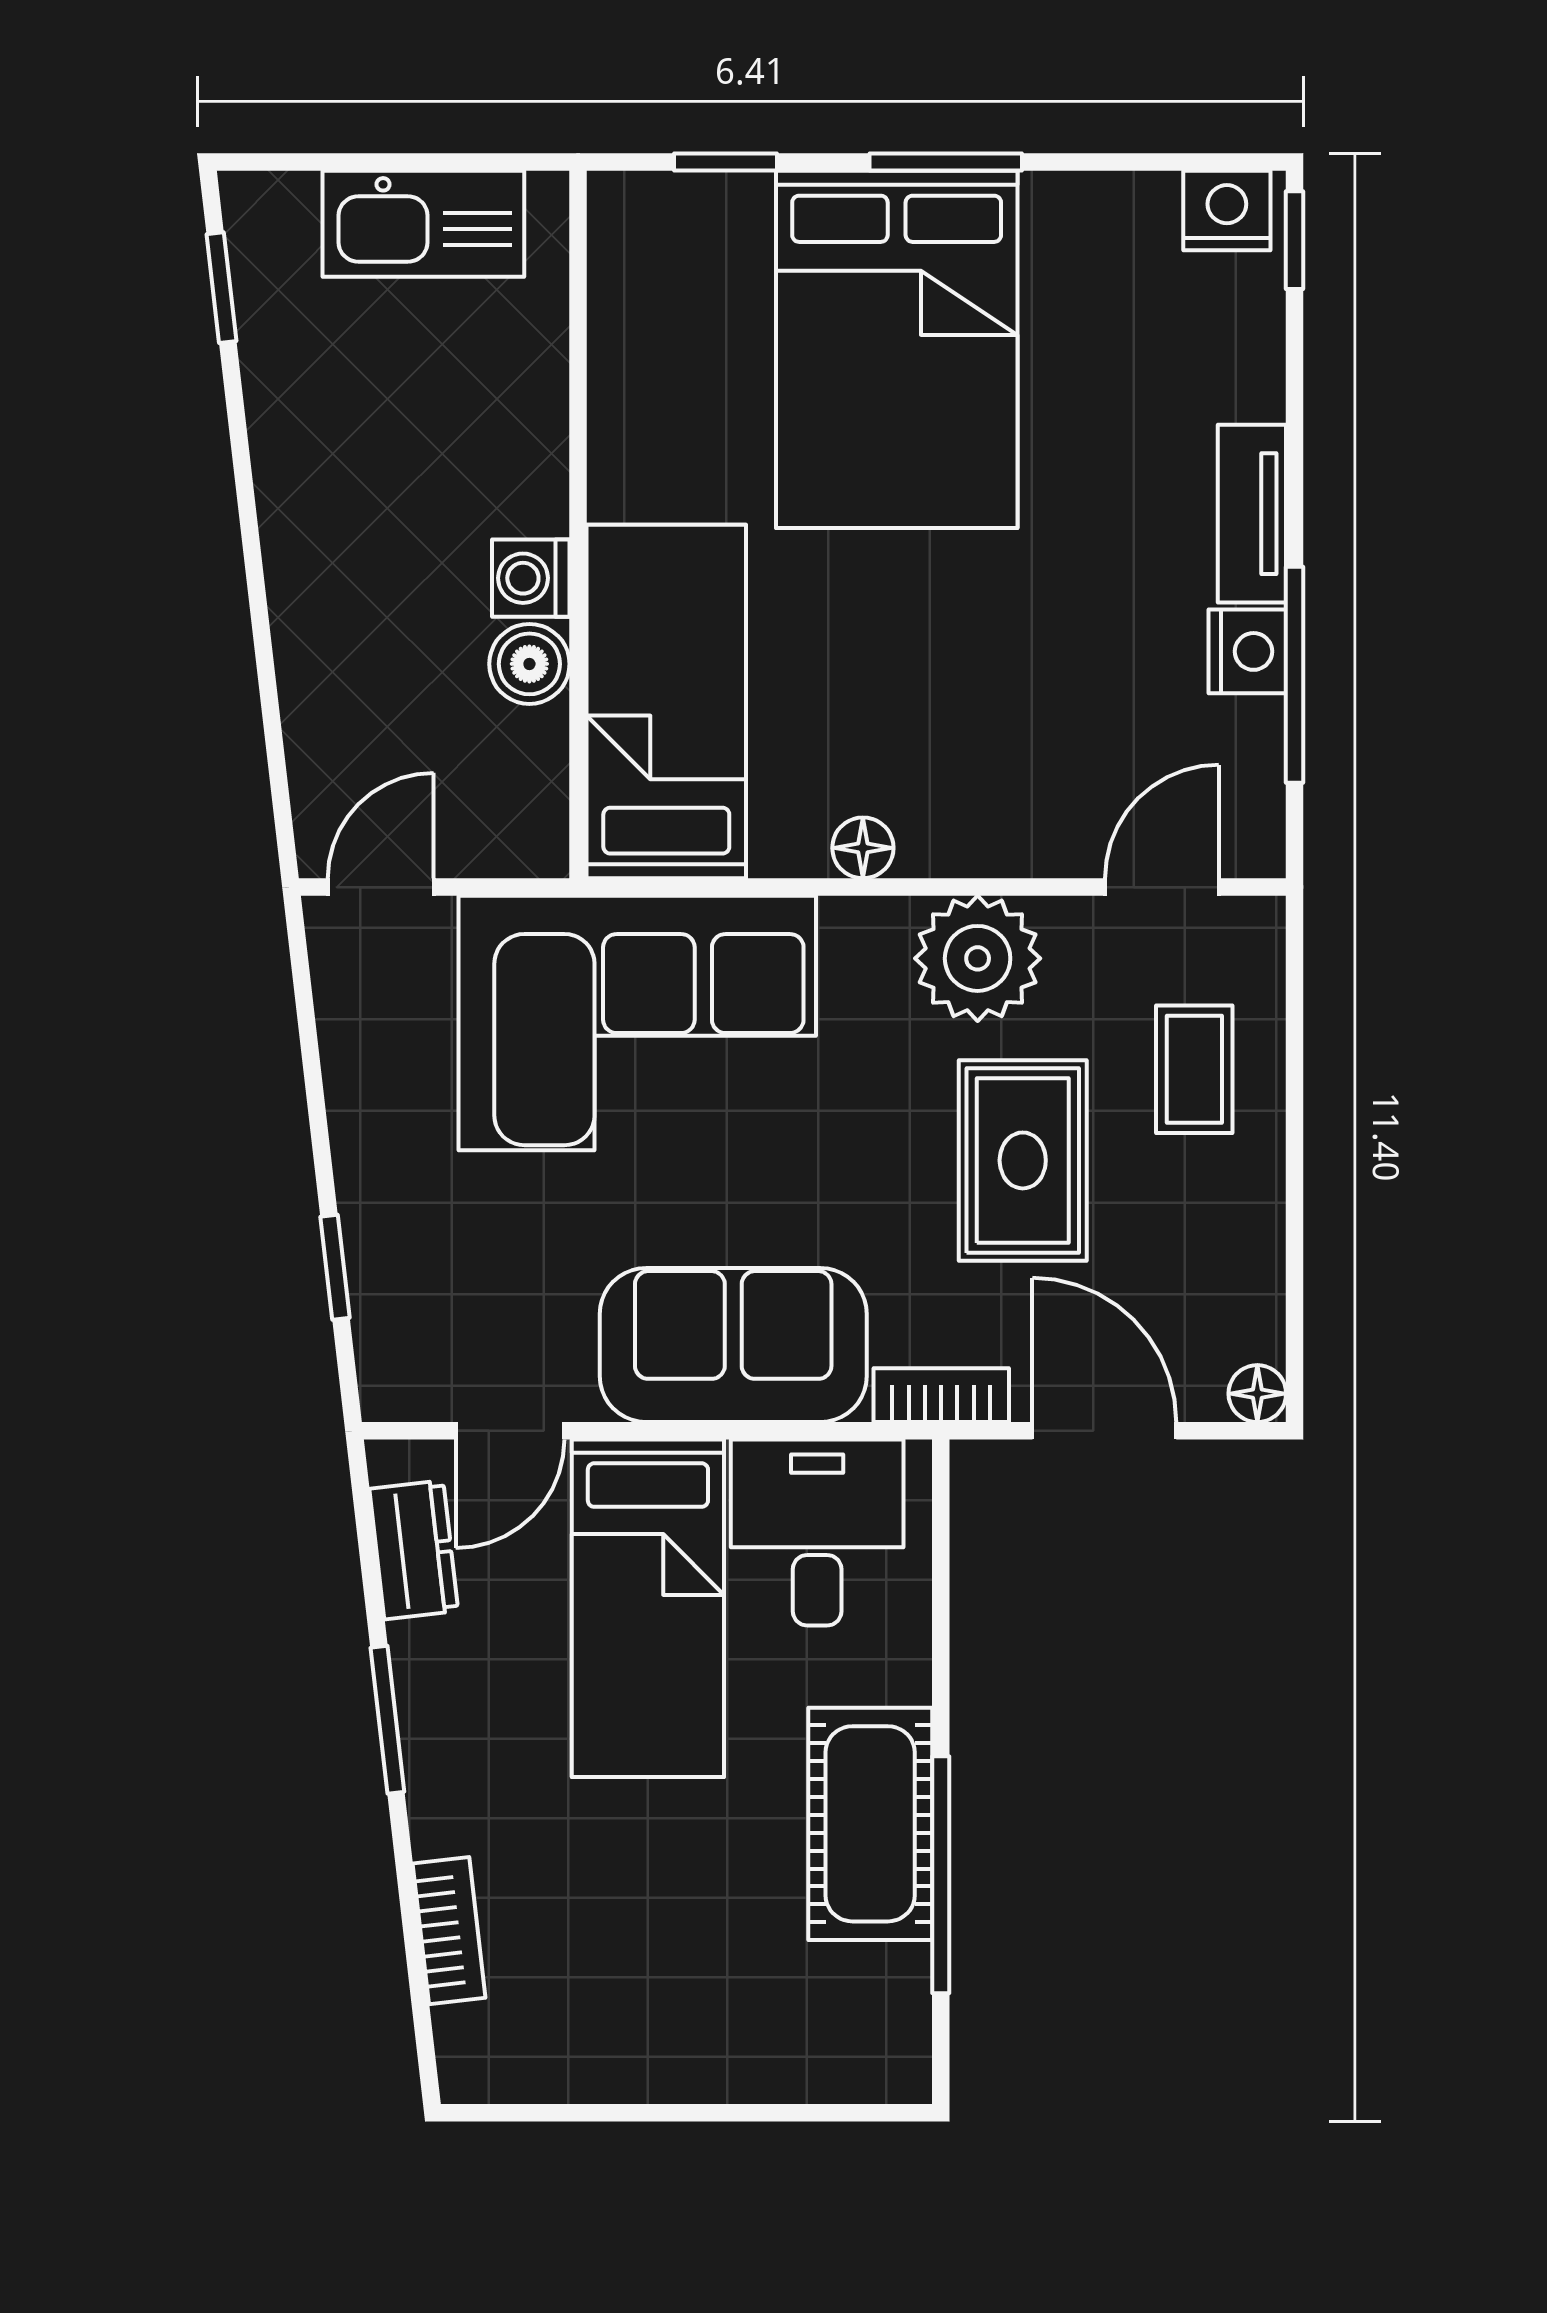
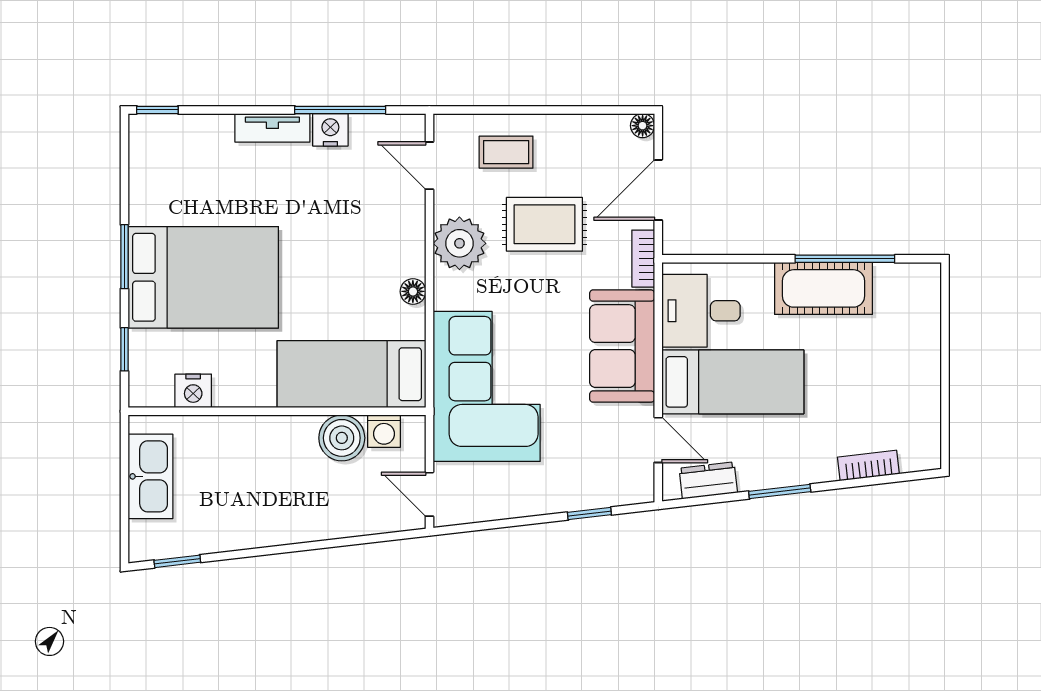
nightstand: (1227, 210) -> (193, 391), moved, turned -90
washing machine: (531, 578) -> (384, 431), moved
boiler: (529, 664) -> (342, 438), width x1.36, depth x1.36

